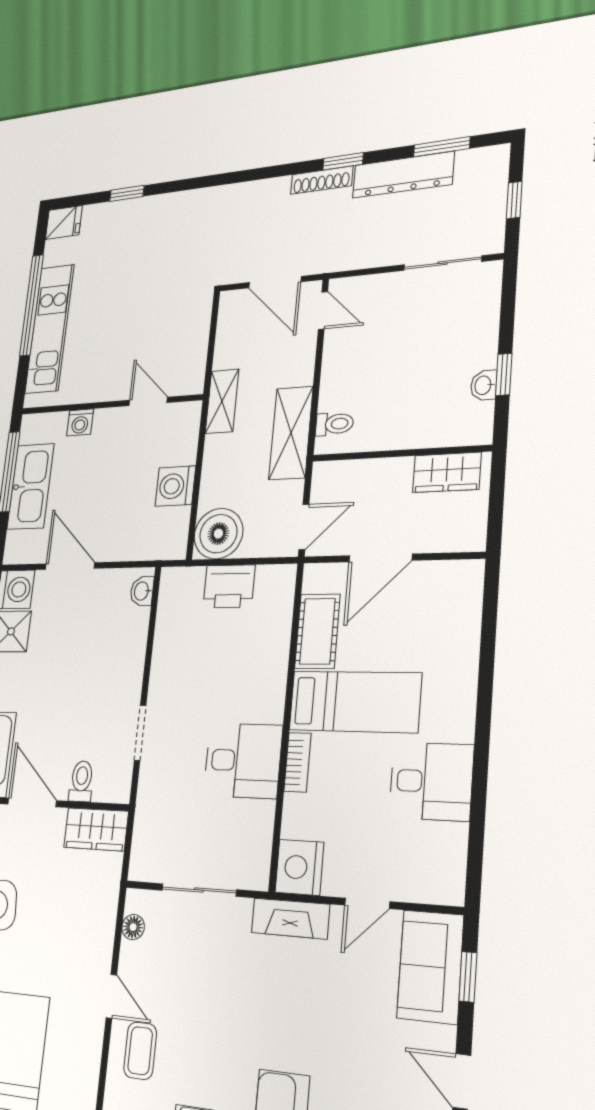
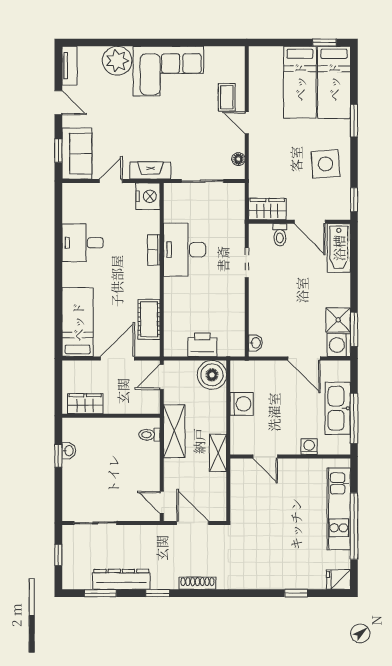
shoe rack: (322, 180) -> (197, 583), moved
bed: (355, 702) -> (78, 322), moved, turned 90
desk: (243, 760) -> (185, 250), width x1.37

